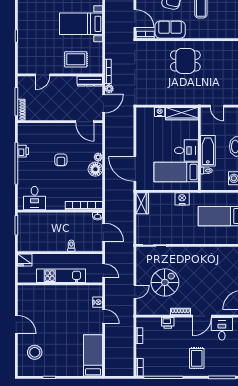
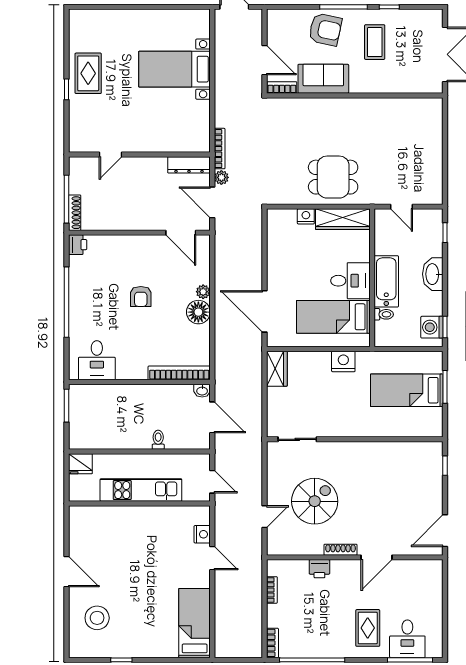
rug: (76, 59) -> (88, 73), moved, turned 90
dining table: (185, 61) -> (333, 177), moved
door: (104, 104) -> (212, 202), swing flipped
printer: (23, 151) -> (78, 245), moved
desk: (222, 329) -> (407, 639), moved, turned 180

